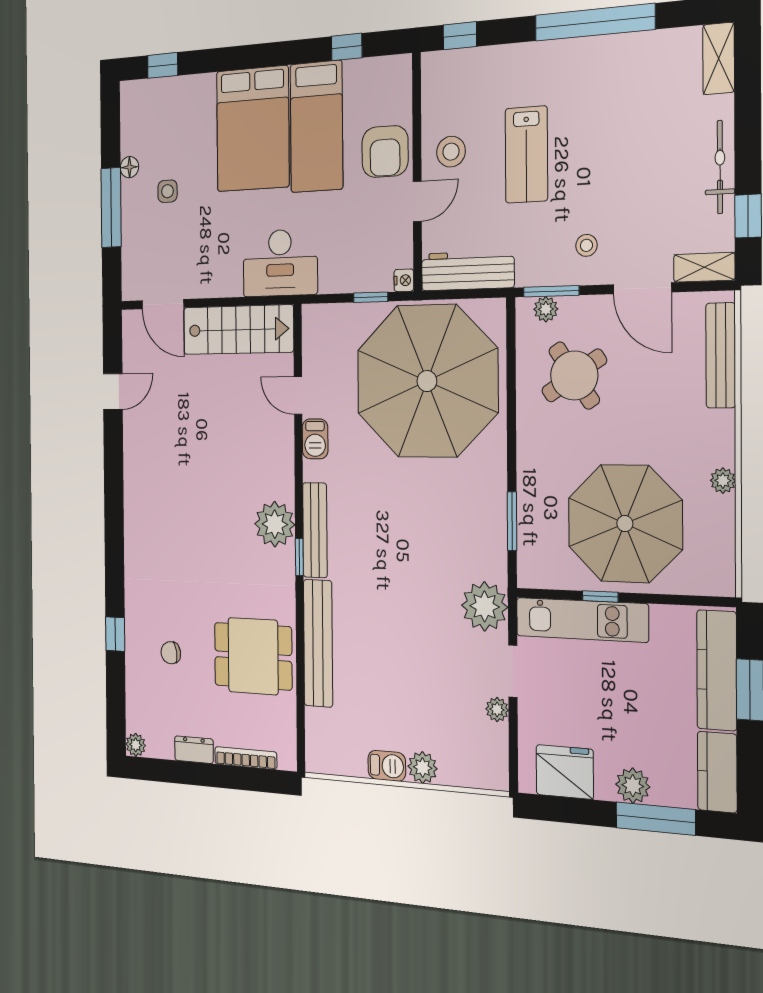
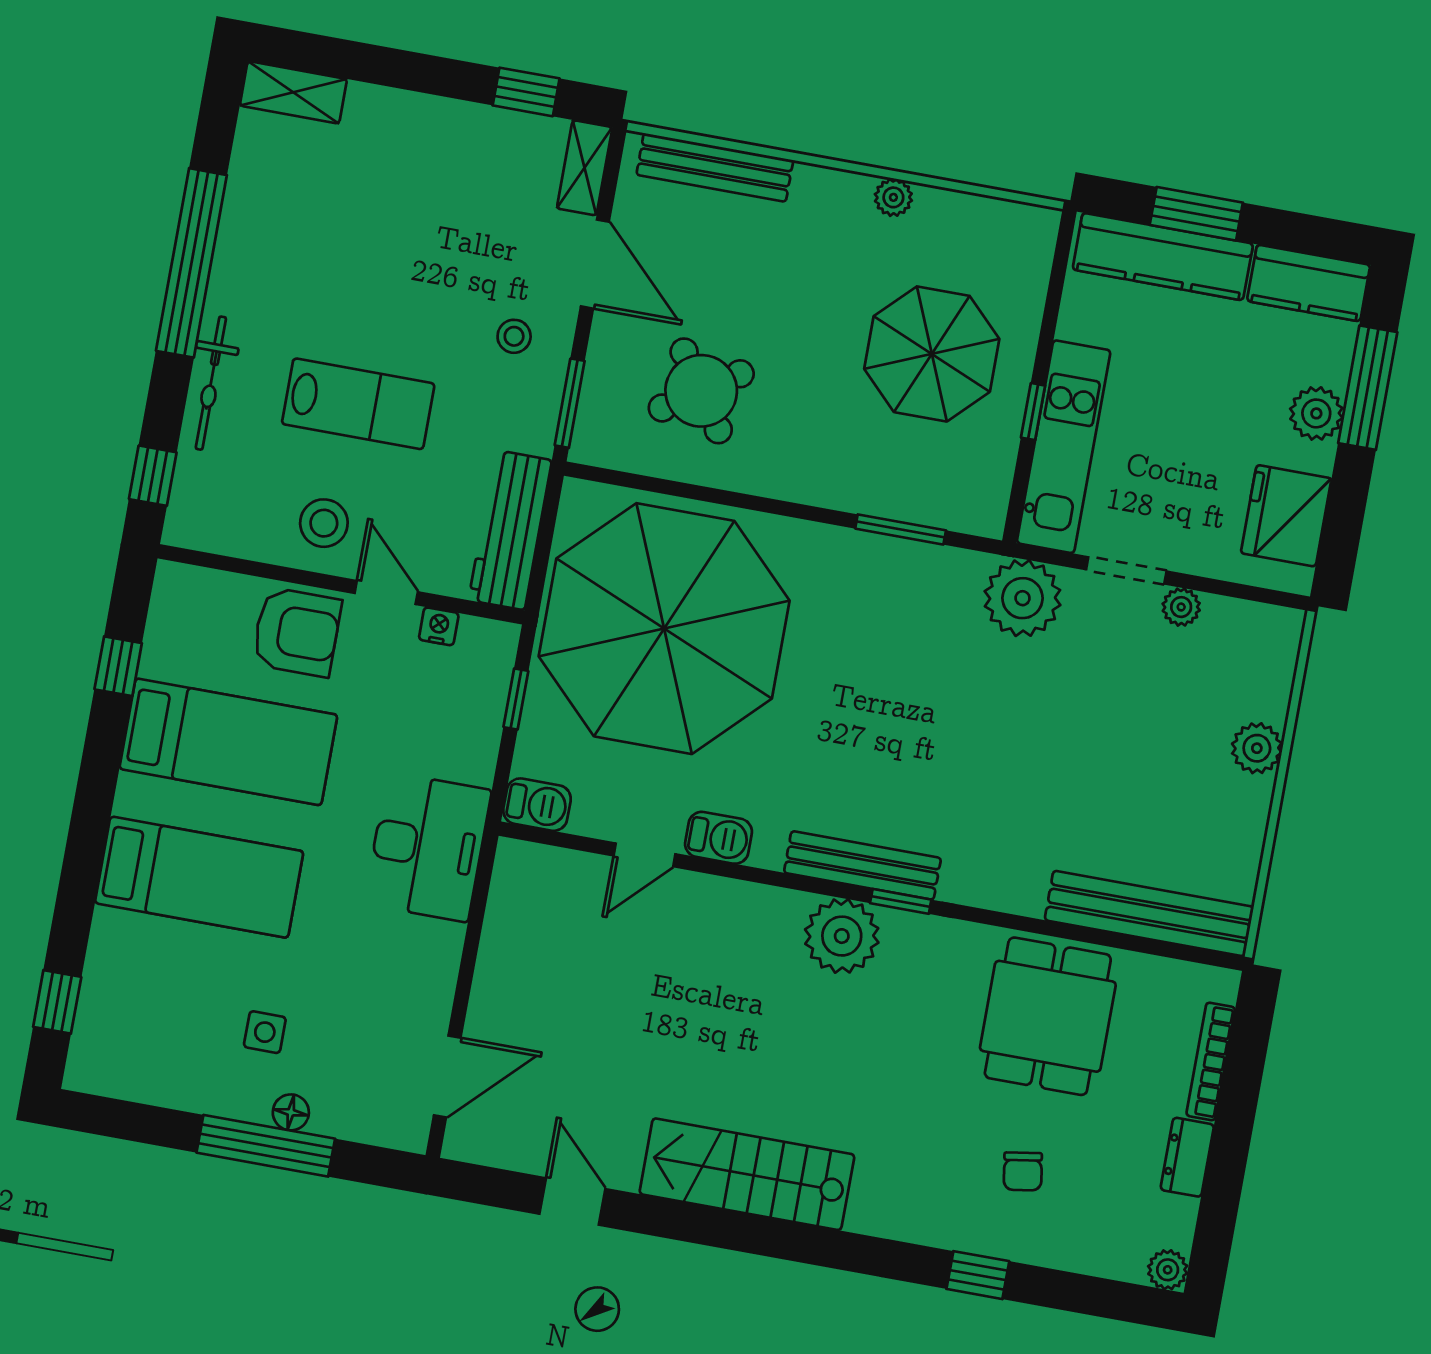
bed: (253, 129) -> (199, 877), width x0.67
floor lamp: (129, 167) -> (291, 1112), moved
bicycle: (720, 167) -> (211, 383), moved, turned -90
nightstand: (404, 280) -> (439, 626), moved
door: (642, 288) -> (595, 264), hinge flipped
plant: (546, 309) -> (594, 417), removed
stairs: (238, 330) -> (747, 1174), moved, turned -90
parasol: (625, 524) -> (932, 354), width x0.73, depth x0.73
bench: (318, 643) -> (1149, 913), moved
barbecue: (387, 766) -> (537, 805), moved, turned 90

